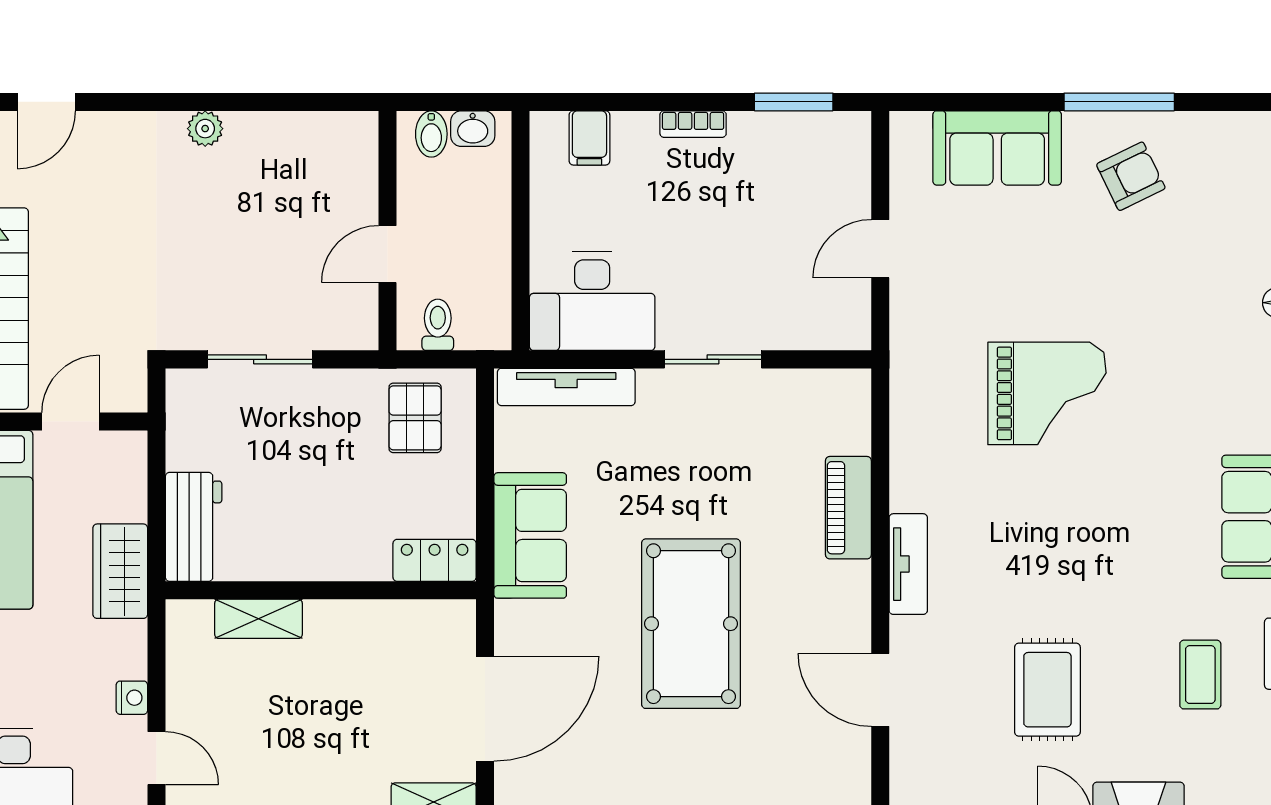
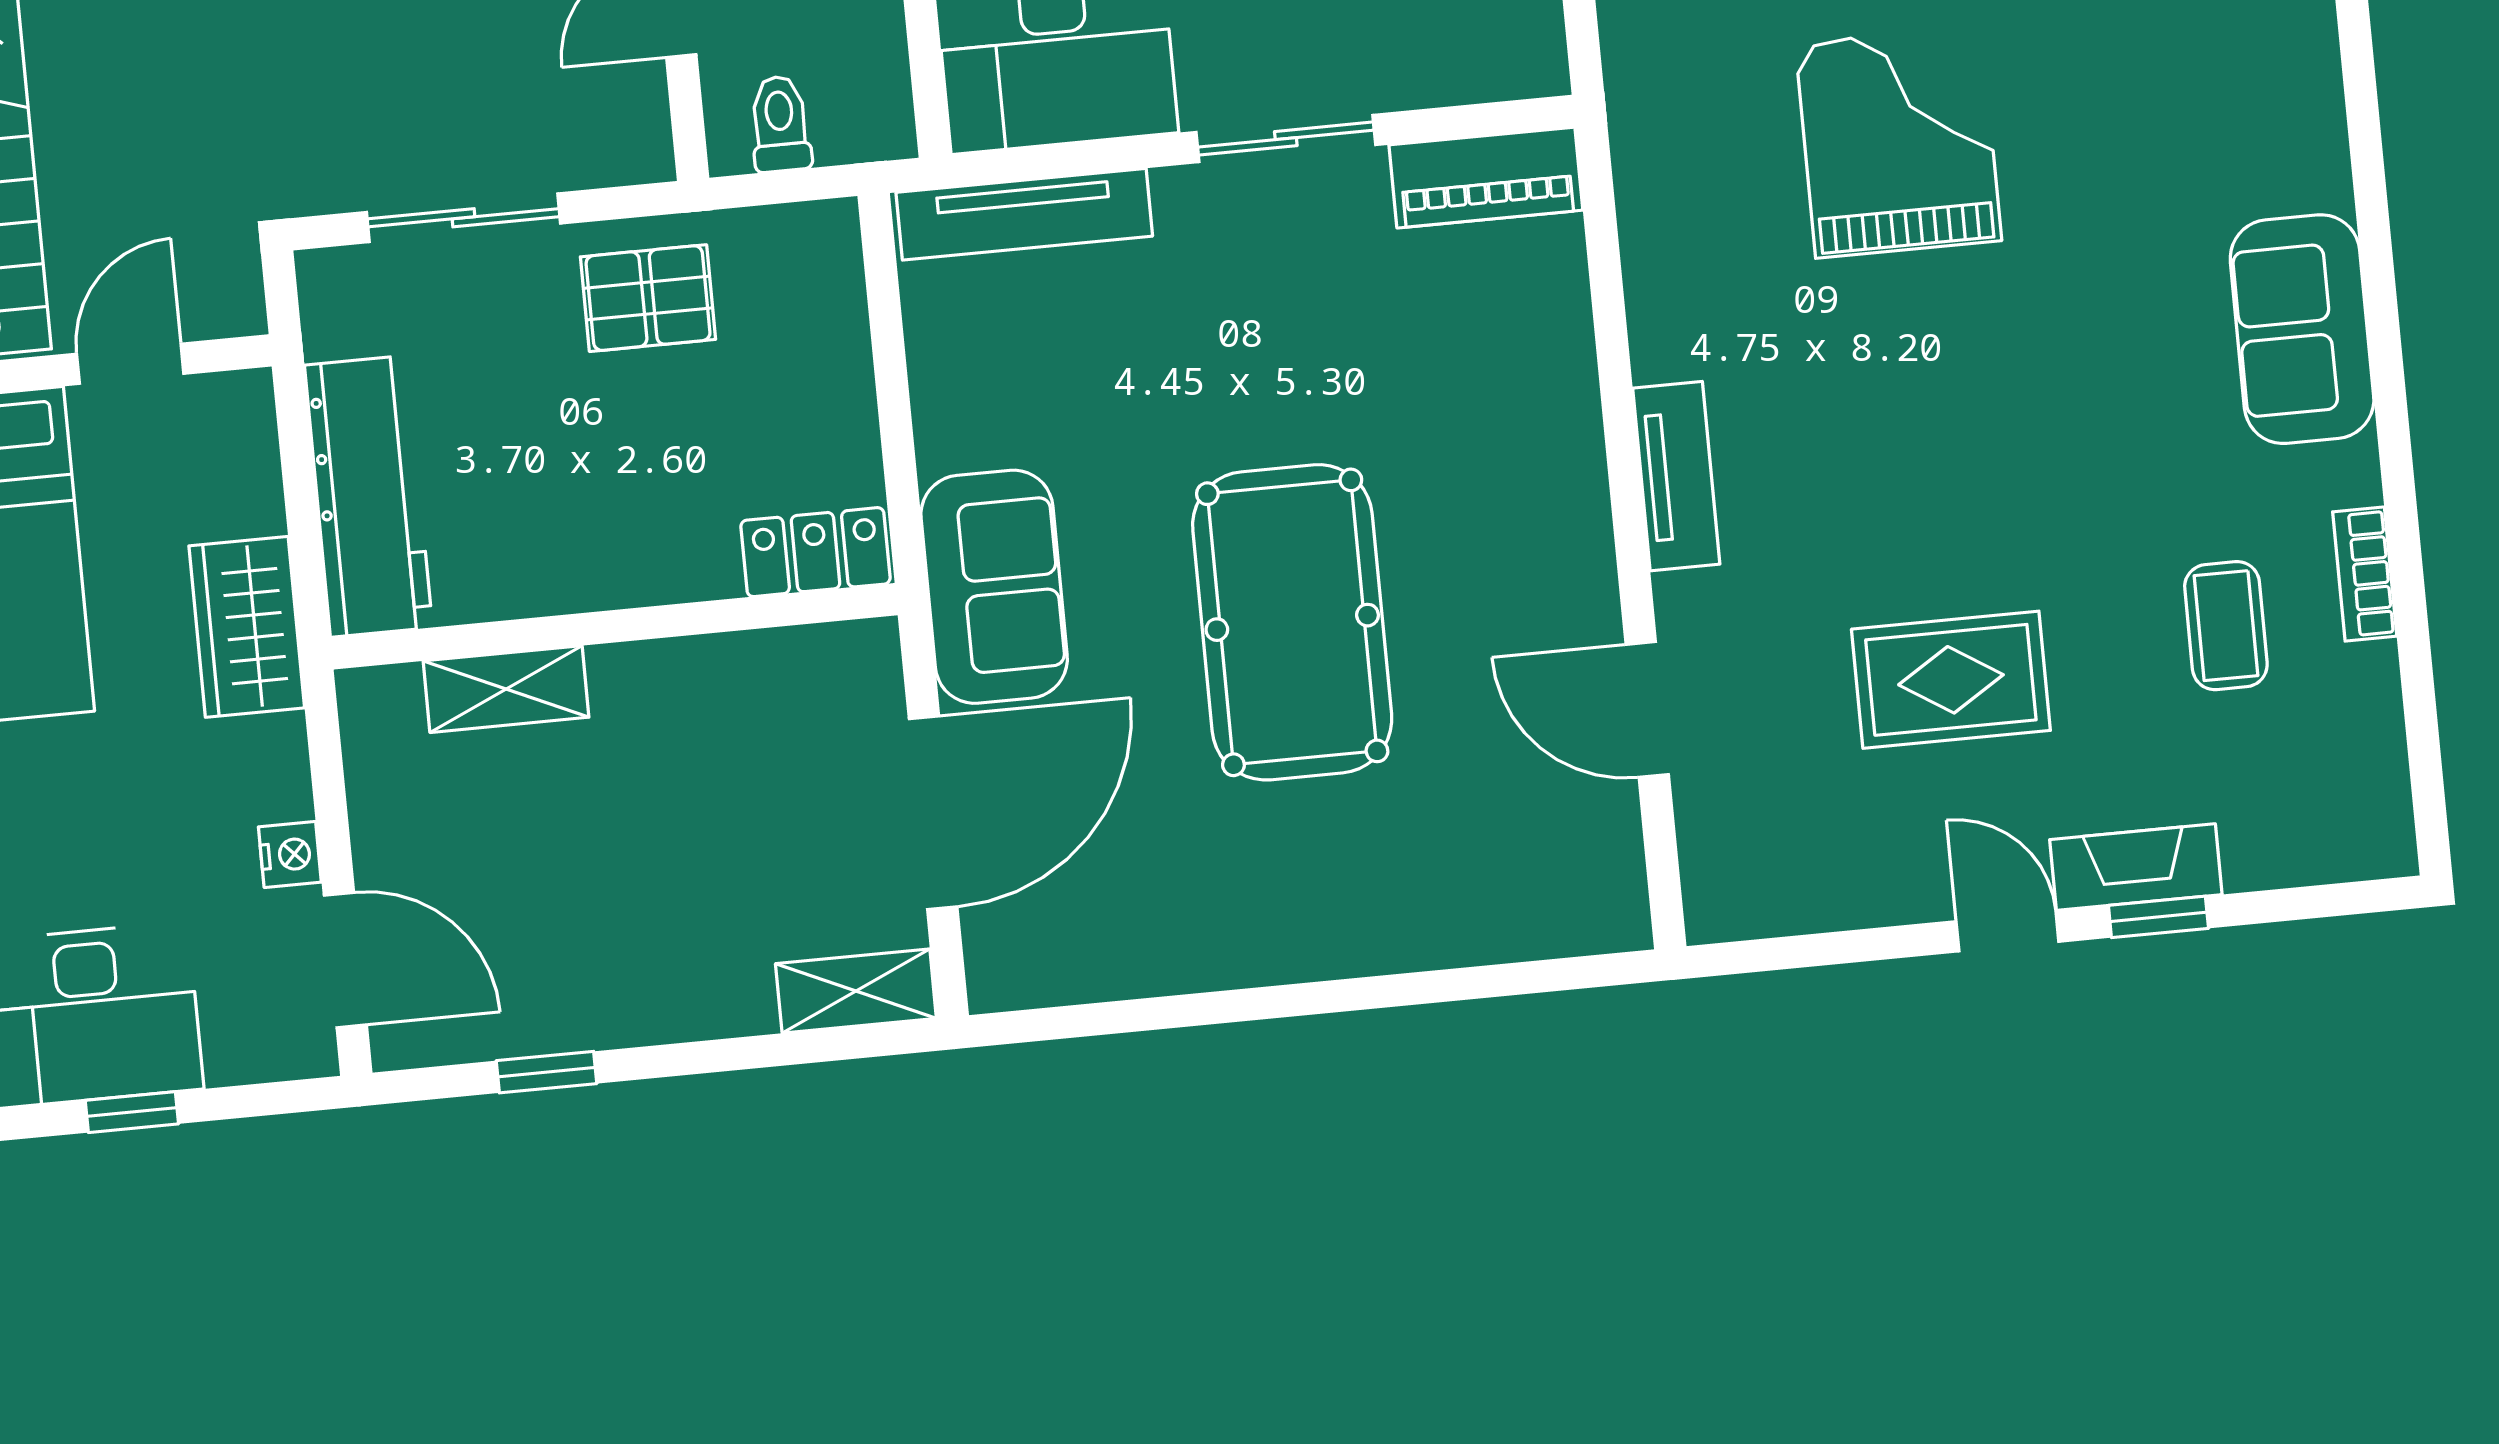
grand piano: (1047, 393) -> (1898, 142), turned -90
pallet: (415, 418) -> (648, 298), moved, turned 90
piano: (848, 508) -> (1486, 178), moved, turned -90
workbench: (194, 527) -> (369, 496), width x1.38
sofa: (530, 535) -> (994, 587), moved
rug: (1047, 690) -> (1951, 680), turned 90
door: (157, 758) -> (345, 960), width x1.38

